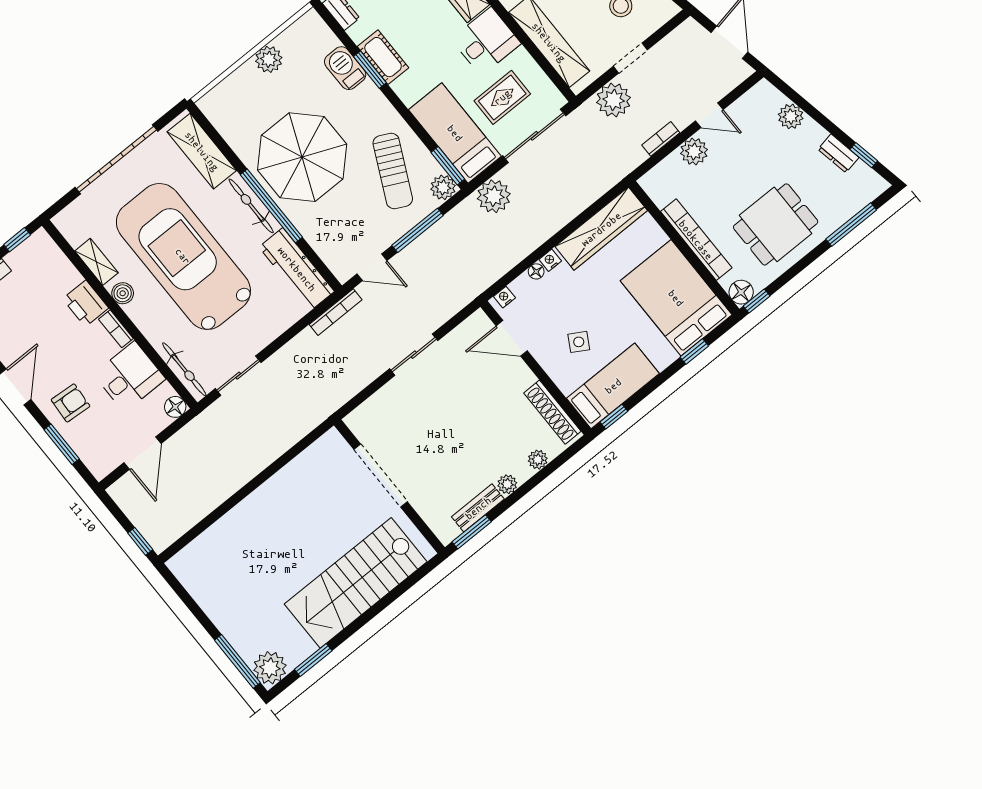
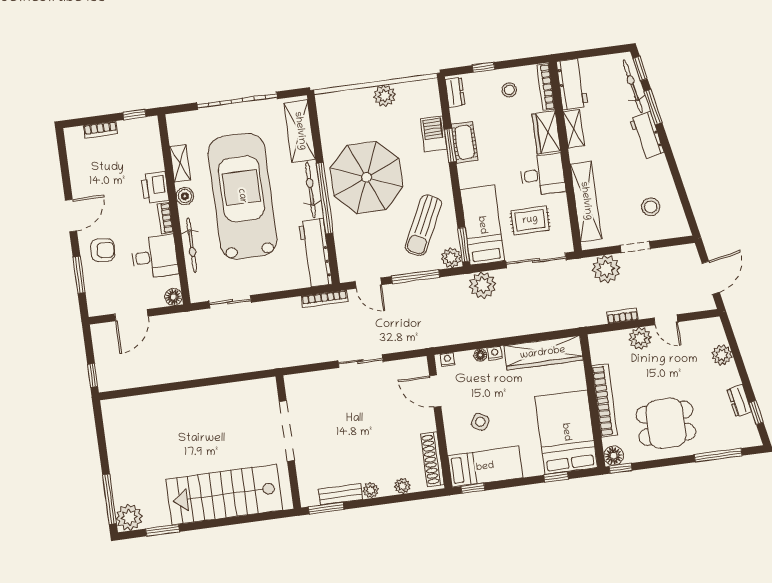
bicycle: (184, 369) -> (192, 245), moved

